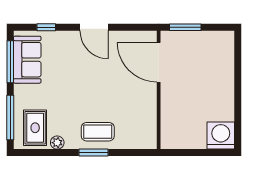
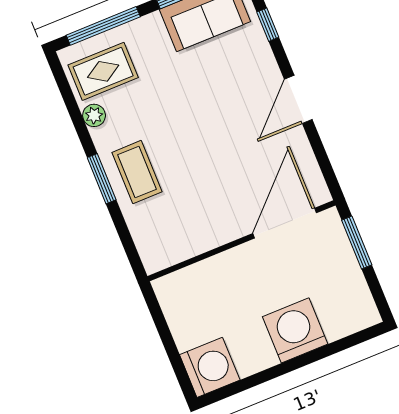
washing machine: (220, 81) -> (295, 330), added

